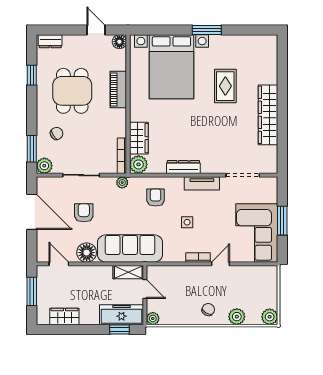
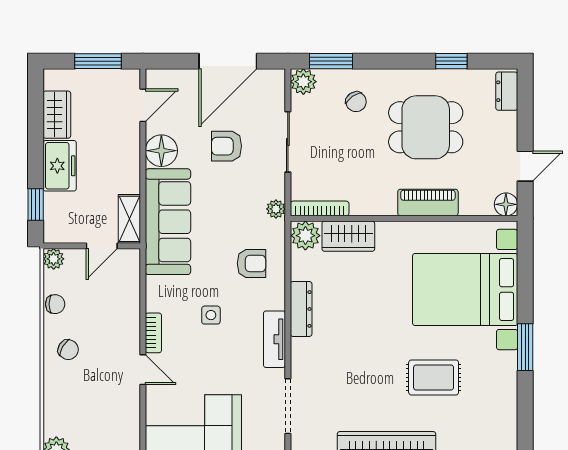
armchair: (84, 213) -> (226, 146), turned 180
freezer: (121, 315) -> (60, 166), moved, width x0.71
plant: (237, 317) -> (57, 396), removed
chair: (180, 318) -> (55, 304), added

